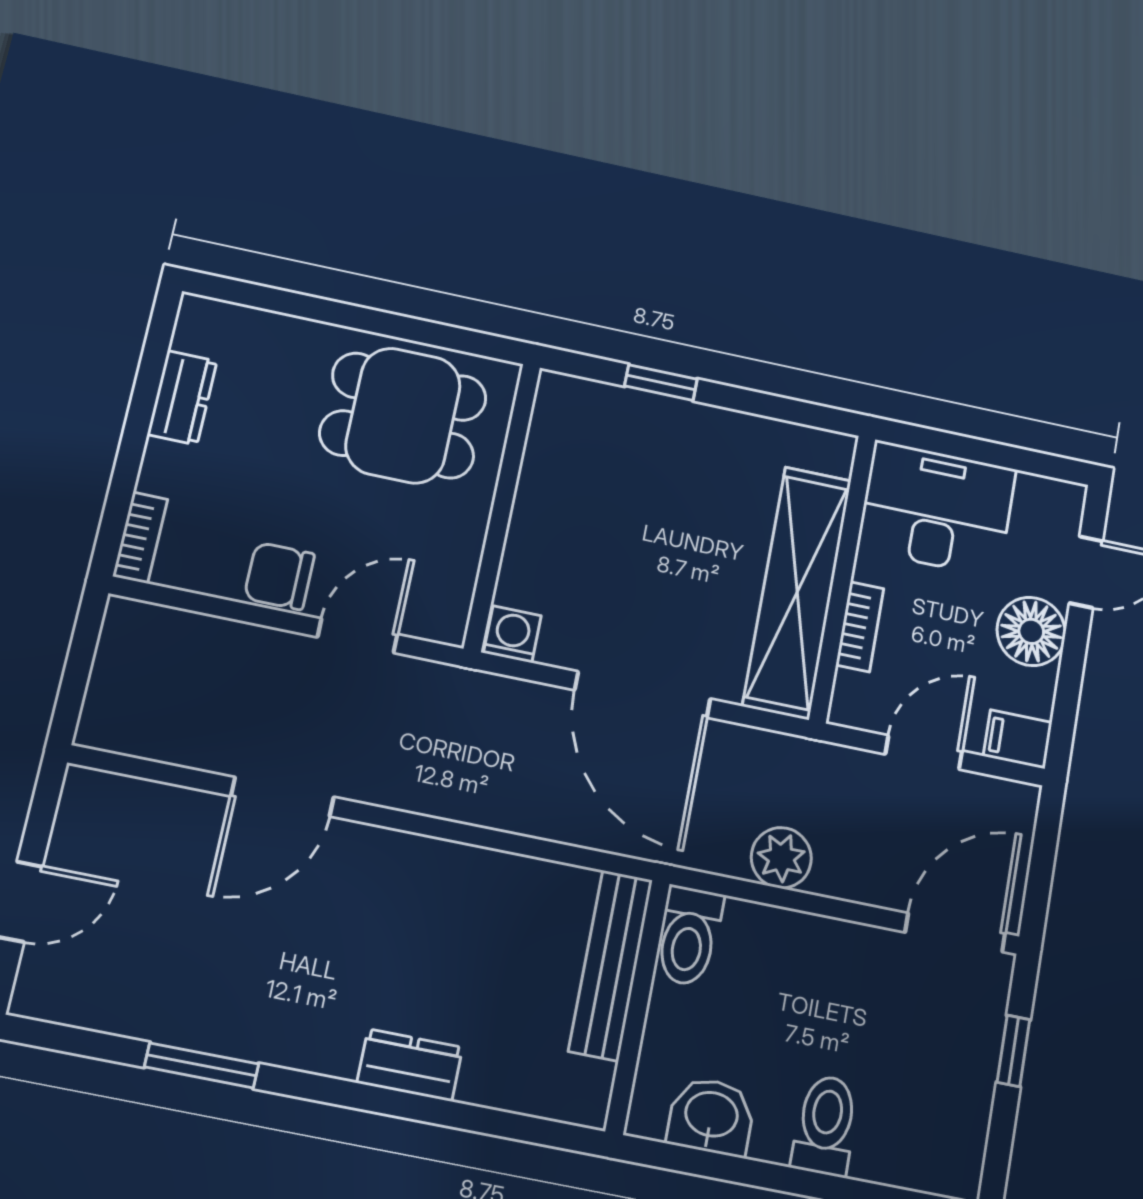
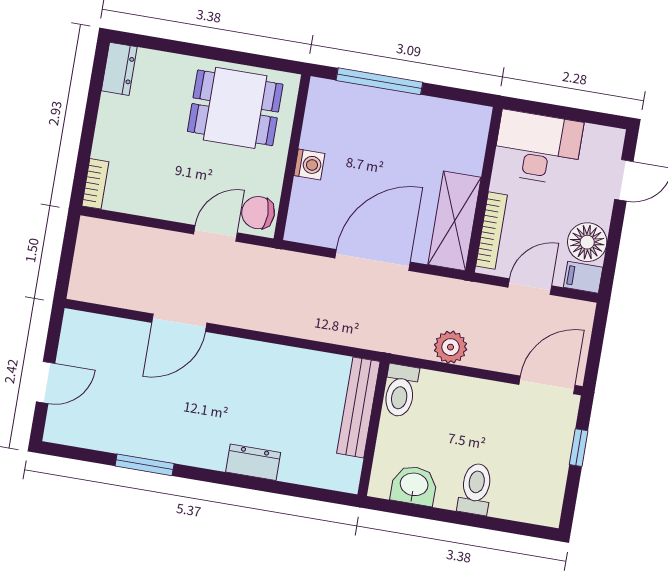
window: (661, 383) -> (379, 81), width x2.17
dresser: (182, 398) -> (119, 69), moved
chair: (279, 576) -> (258, 213), moved
shelving: (797, 592) -> (455, 221), width x0.68
bookcase: (860, 627) -> (492, 231), width x1.56
floor lamp: (1031, 631) -> (587, 242), moved
washing machine: (512, 634) -> (309, 164), moved, turned 90
door: (643, 694) -> (373, 260), swing flipped

